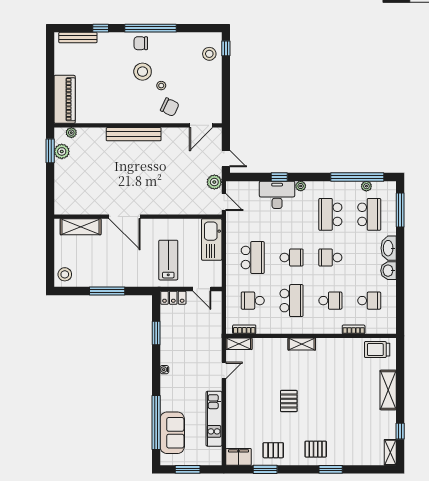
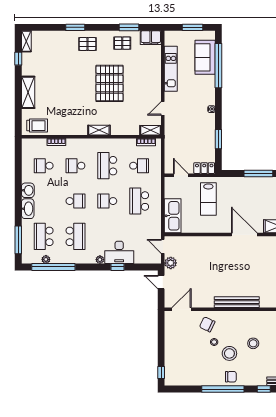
stool: (209, 54) -> (253, 343), moved
pallet: (289, 401) -> (109, 83), width x2.05, depth x2.00

